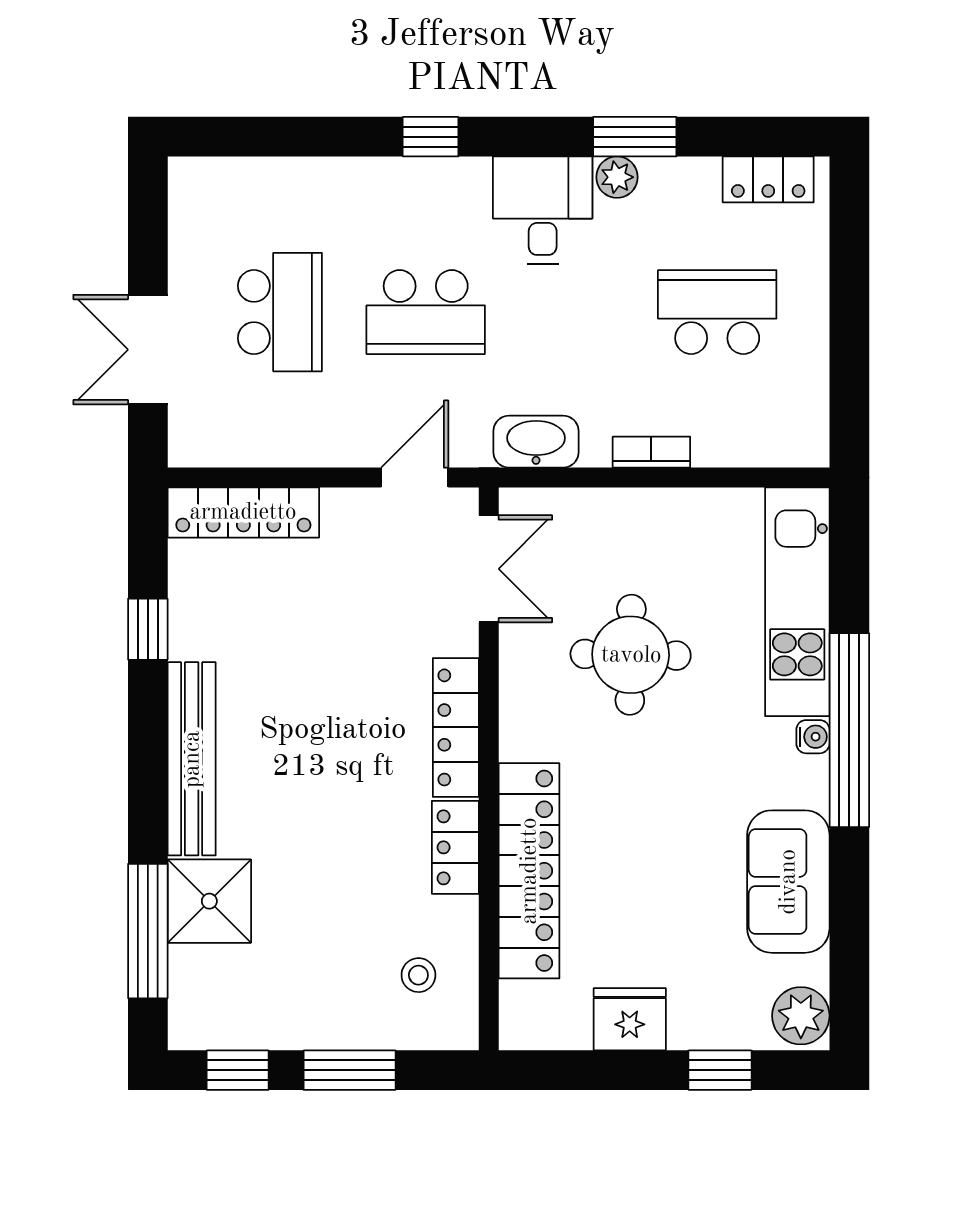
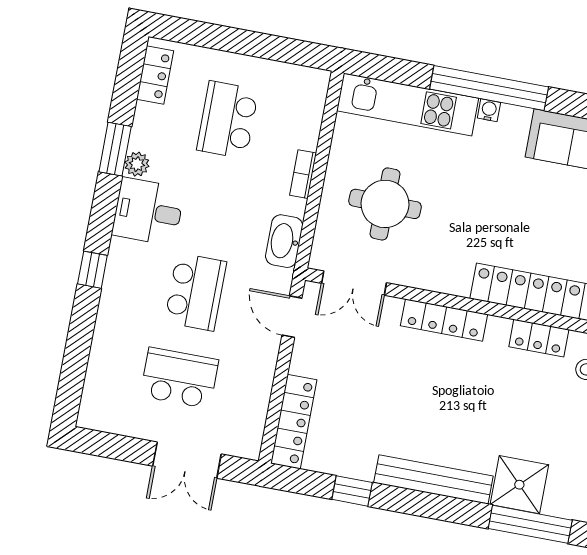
double door: (489, 569) -> (354, 283), swing flipped
round table: (631, 655) -> (385, 204), moved
locker: (455, 847) -> (539, 338), moved

